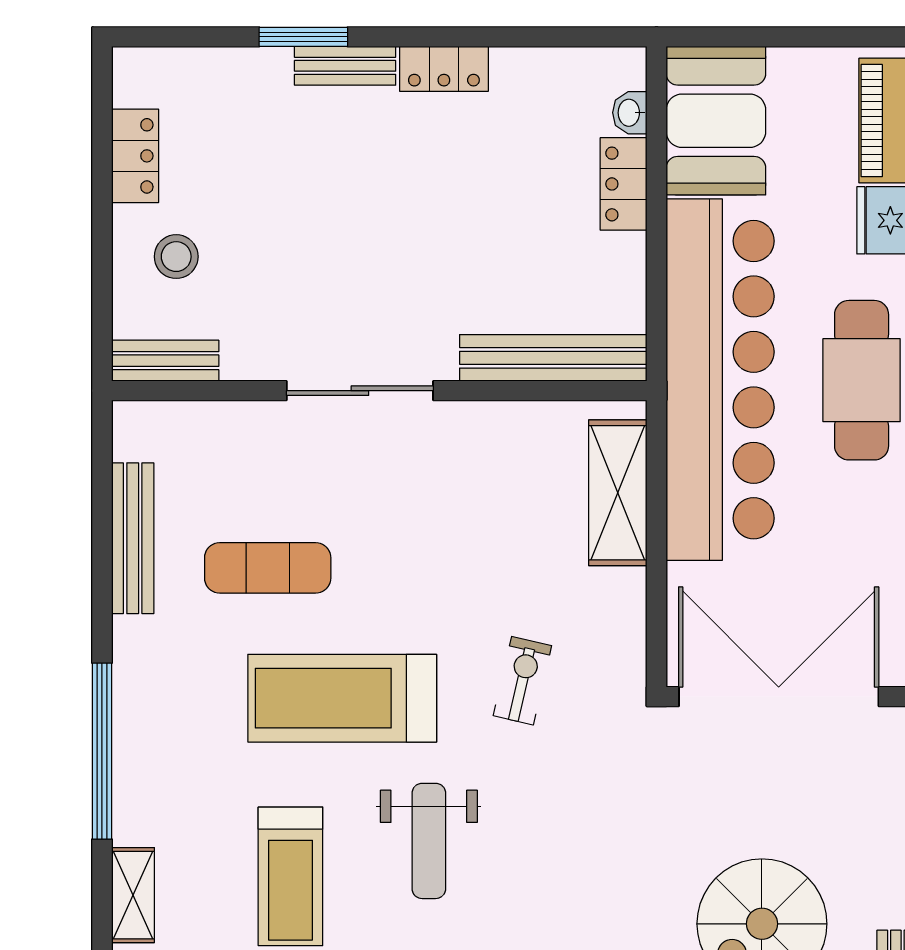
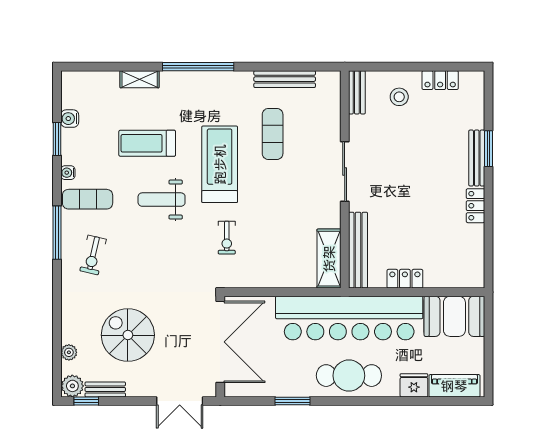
bench: (345, 66) -> (477, 158), width x1.36
washbasin: (630, 113) -> (458, 281), removed
locker: (624, 184) -> (405, 279), moved
shelving: (618, 493) -> (329, 259), moved, turned 90
exercise bike: (522, 681) -> (227, 238), turned 77

